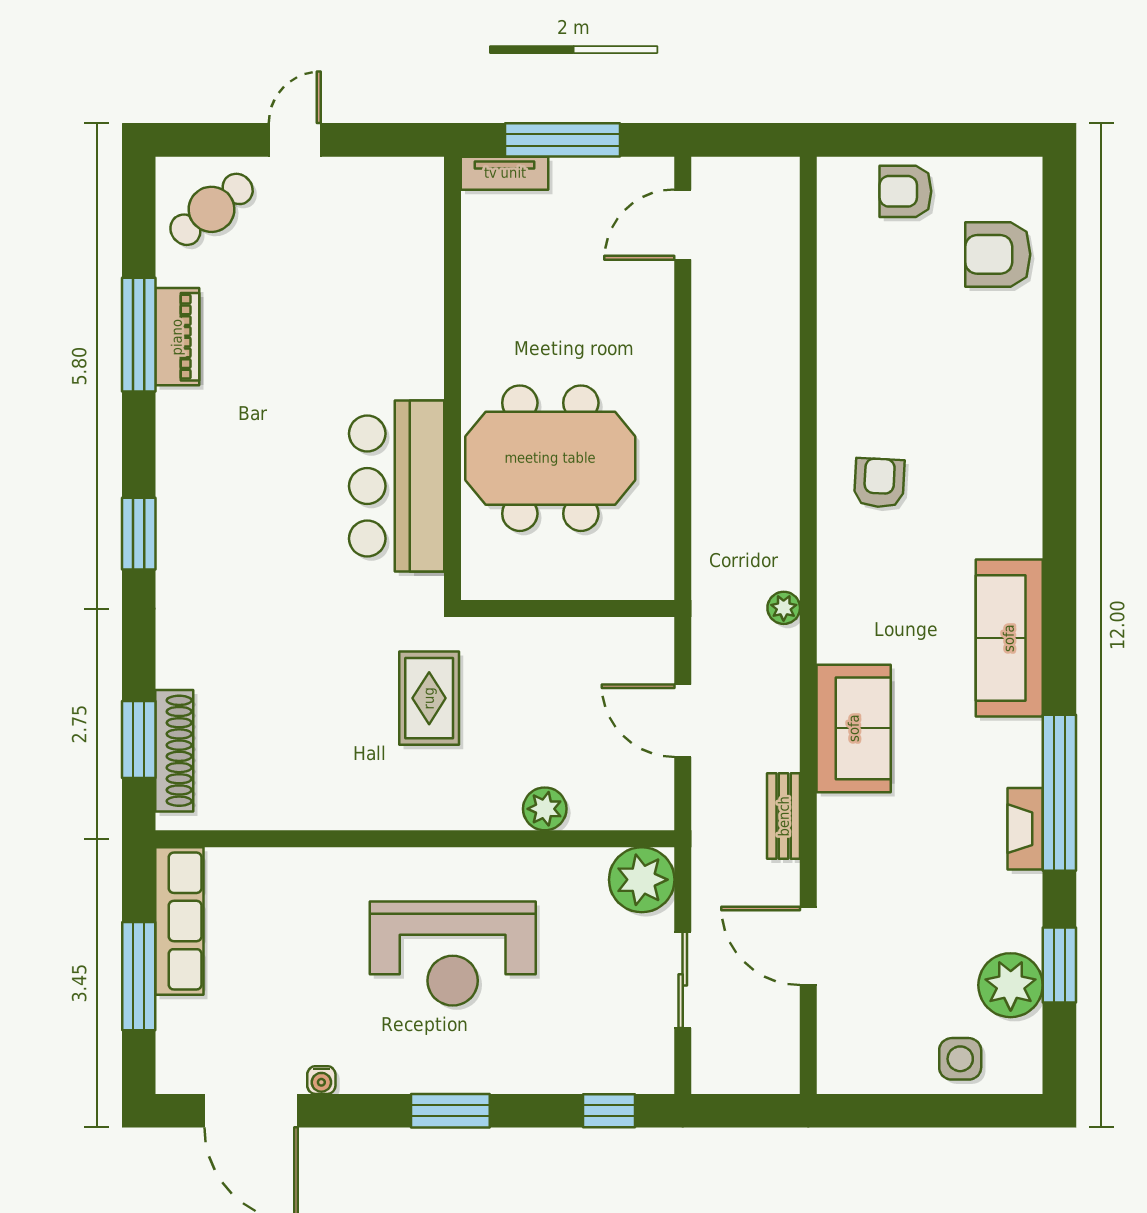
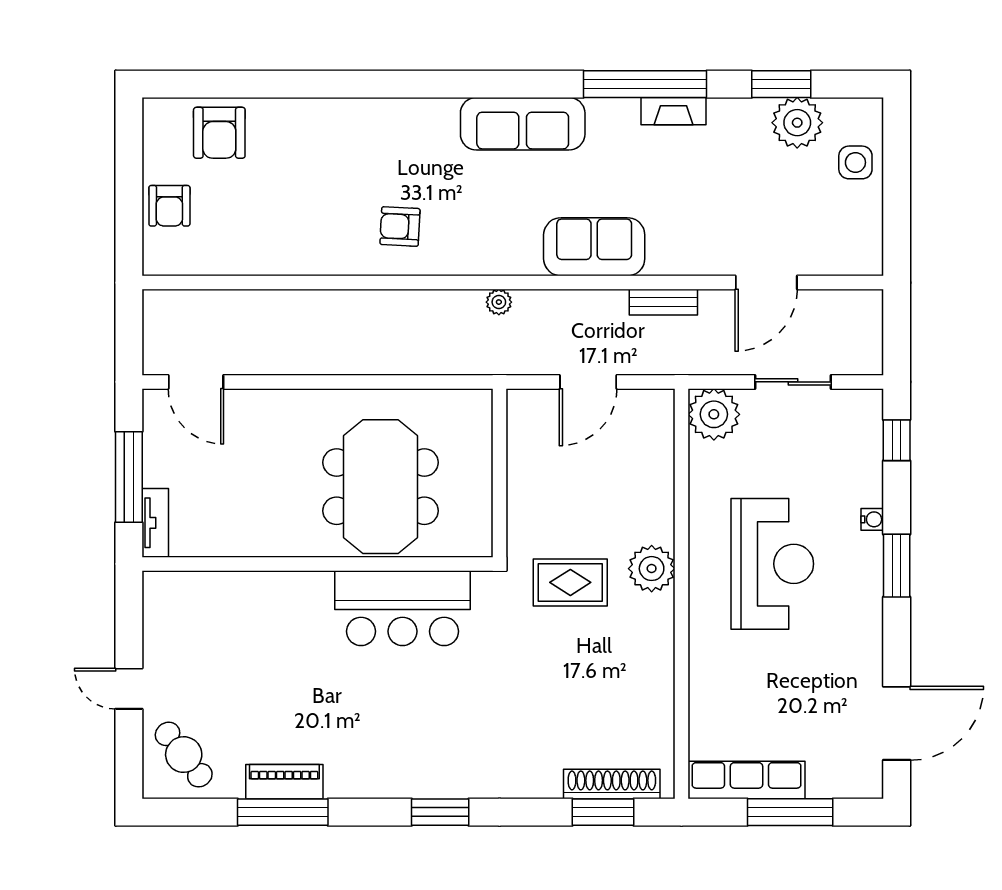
plant: (545, 809) -> (652, 569), moved, width x1.36, depth x1.36
water cooler: (321, 1080) -> (872, 519), moved

